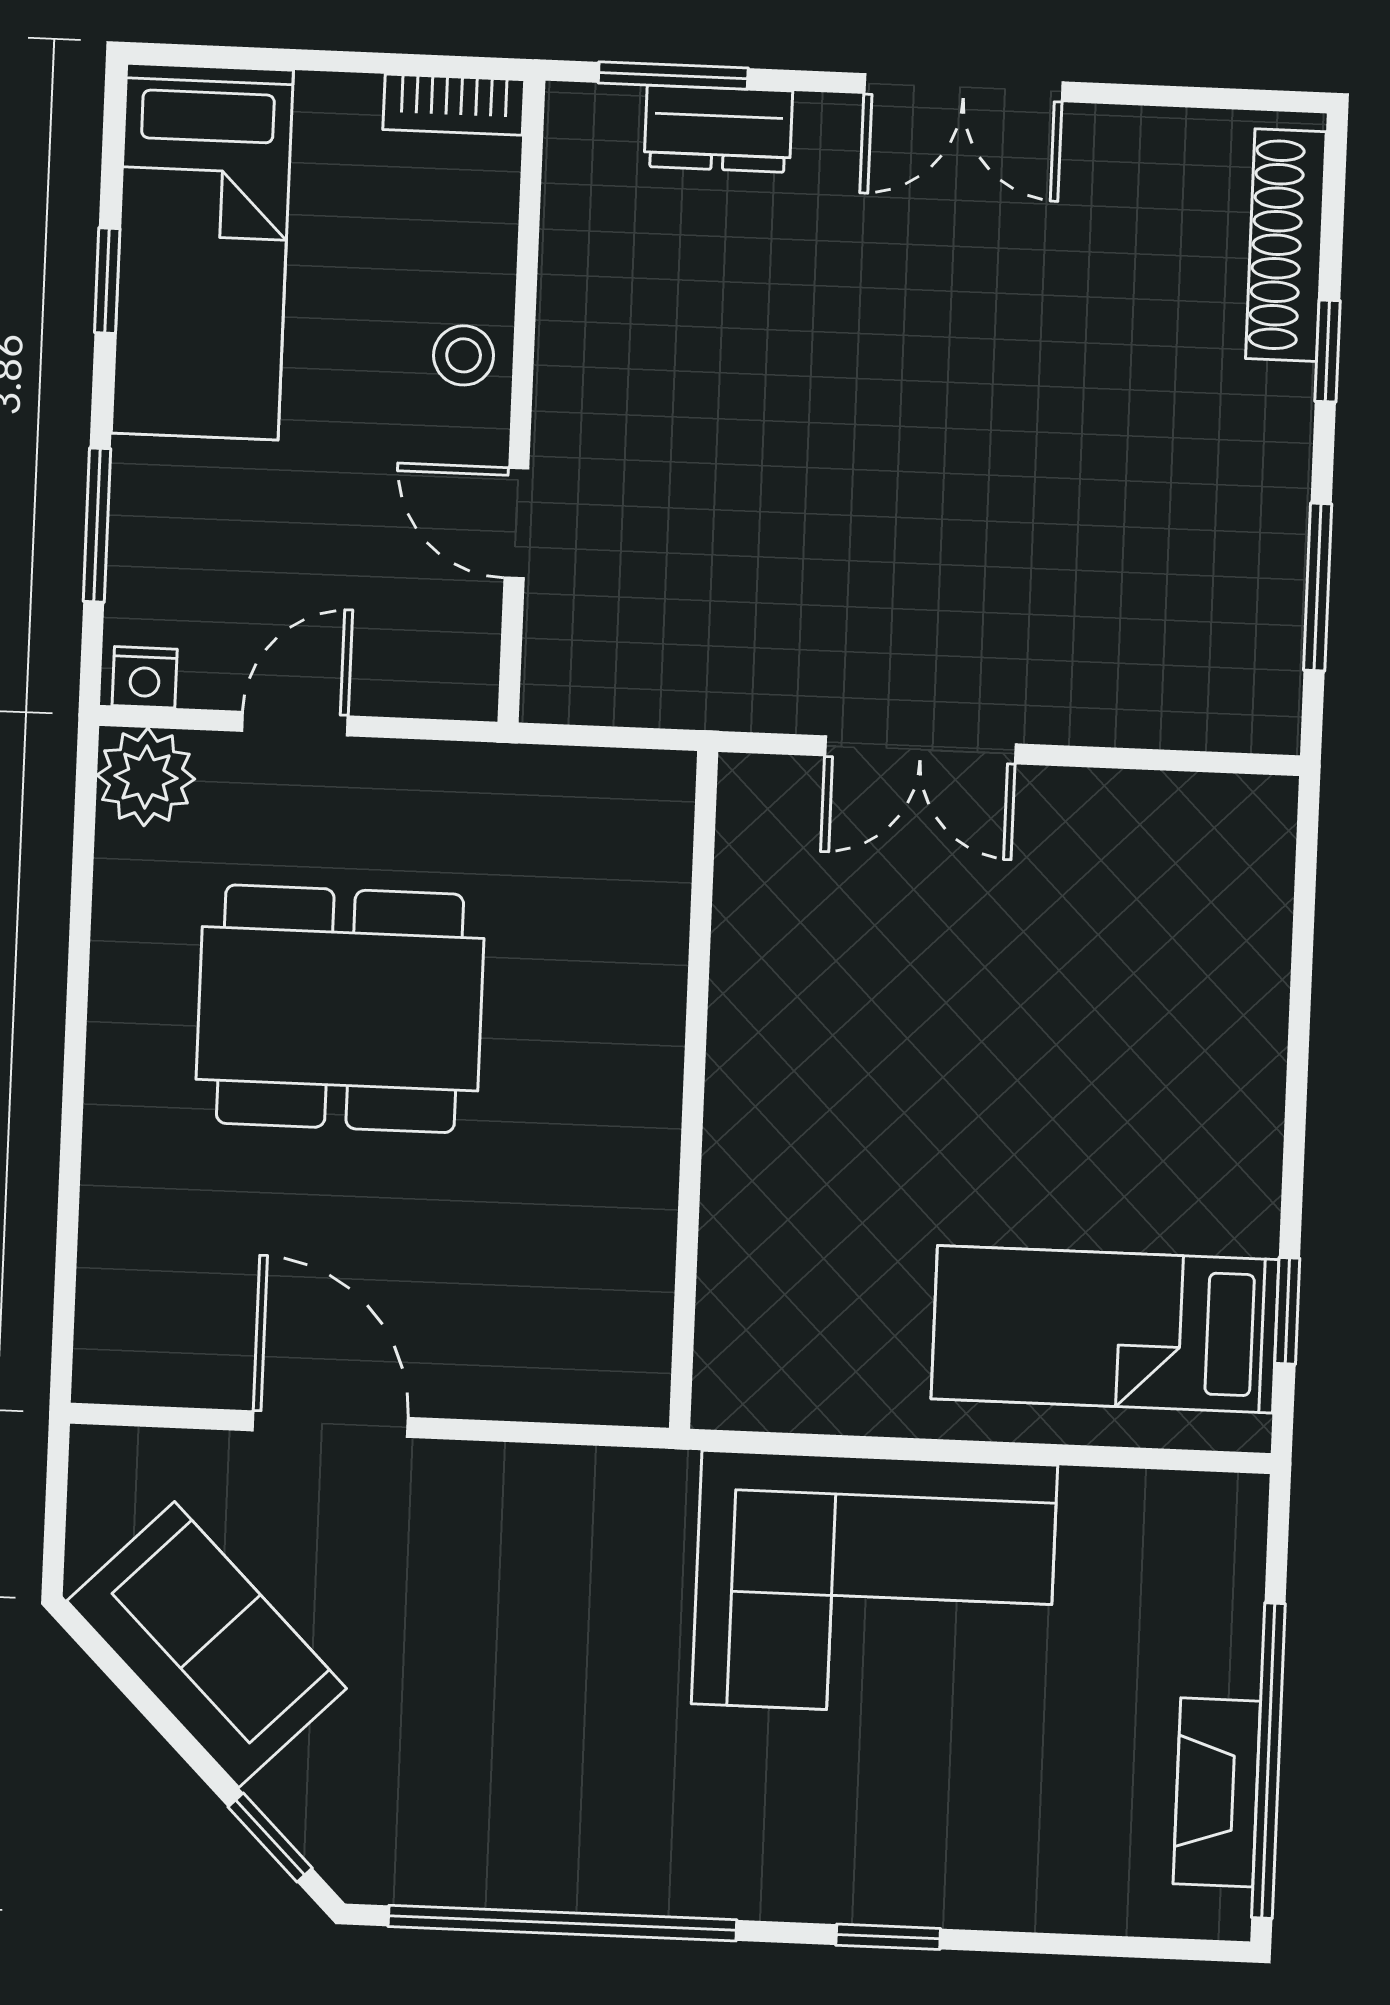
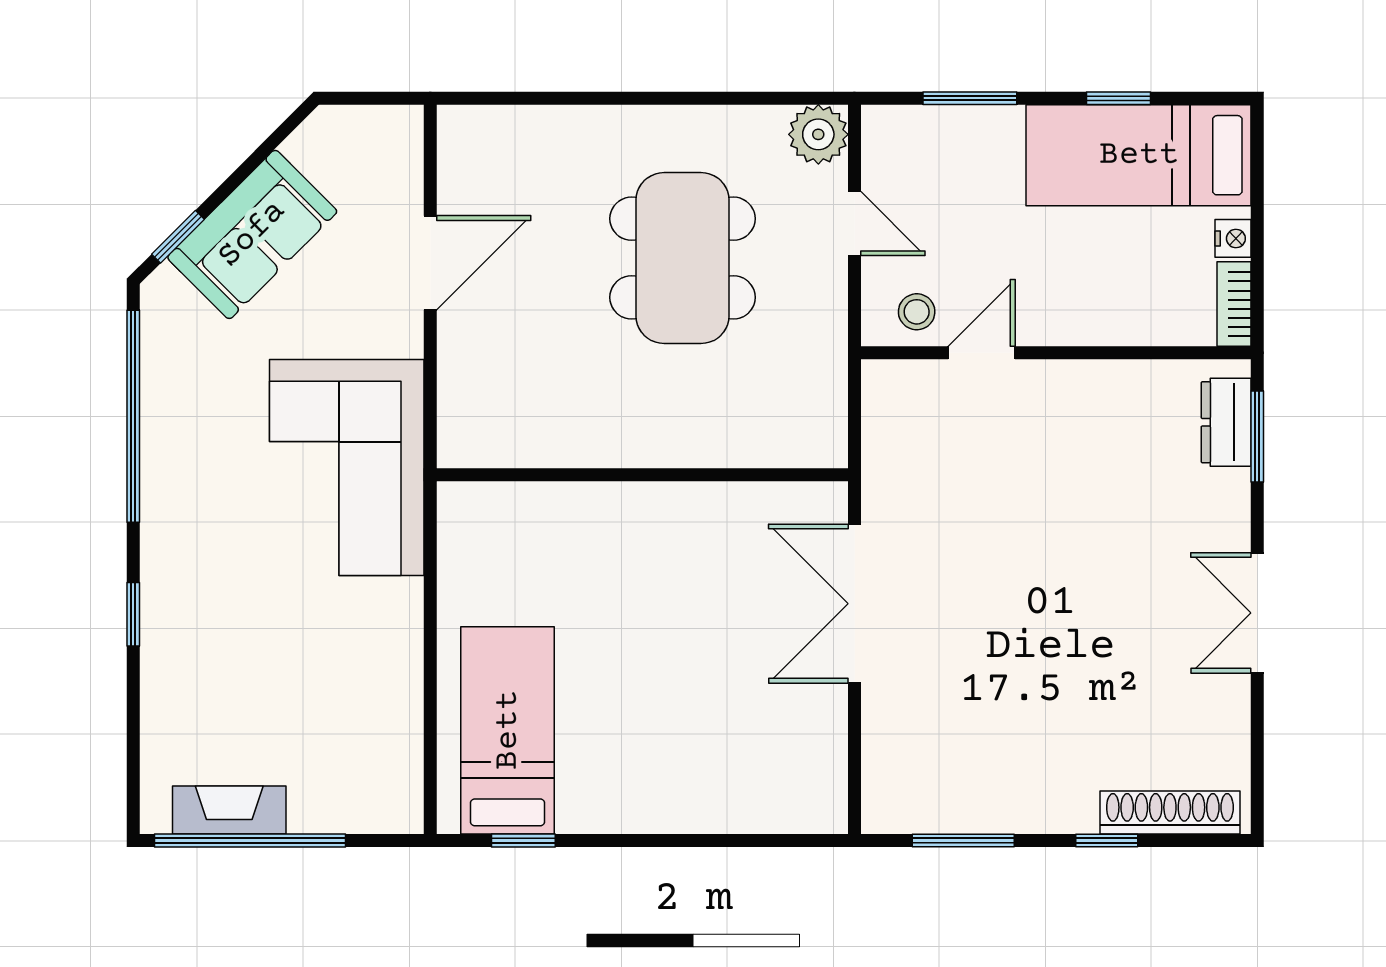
dresser: (718, 129) -> (1226, 422), moved
stool: (464, 355) -> (917, 312), moved
nightstand: (145, 677) -> (1233, 238), moved, turned 180
double door: (920, 750) -> (854, 604), width x1.37
corner sofa: (874, 1584) -> (347, 468), moved
sofa: (207, 1645) -> (252, 234), moved

